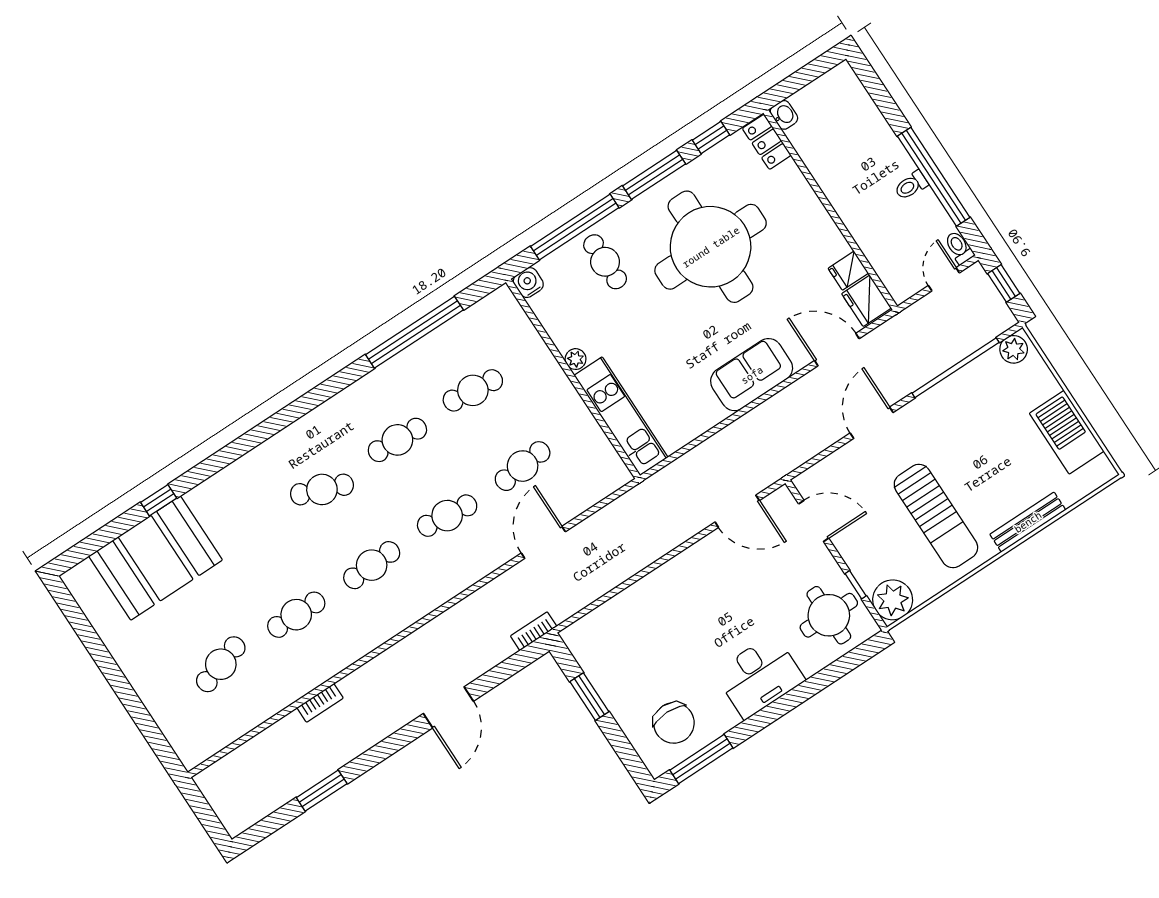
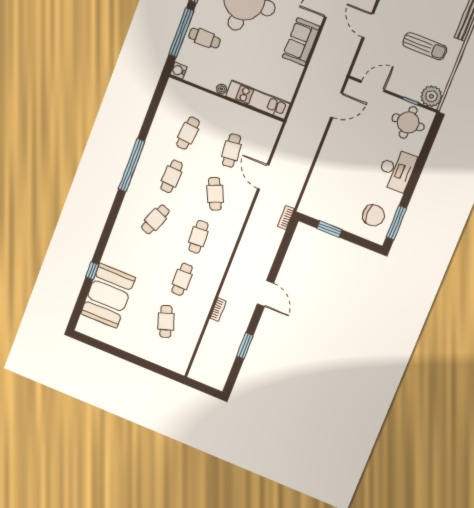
window: (414, 332) -> (132, 165), moved
cafe table: (447, 516) -> (215, 194), turned -30
sun lounger: (936, 516) -> (425, 46), width x0.73, depth x0.75
door: (448, 707) -> (265, 293), moved

